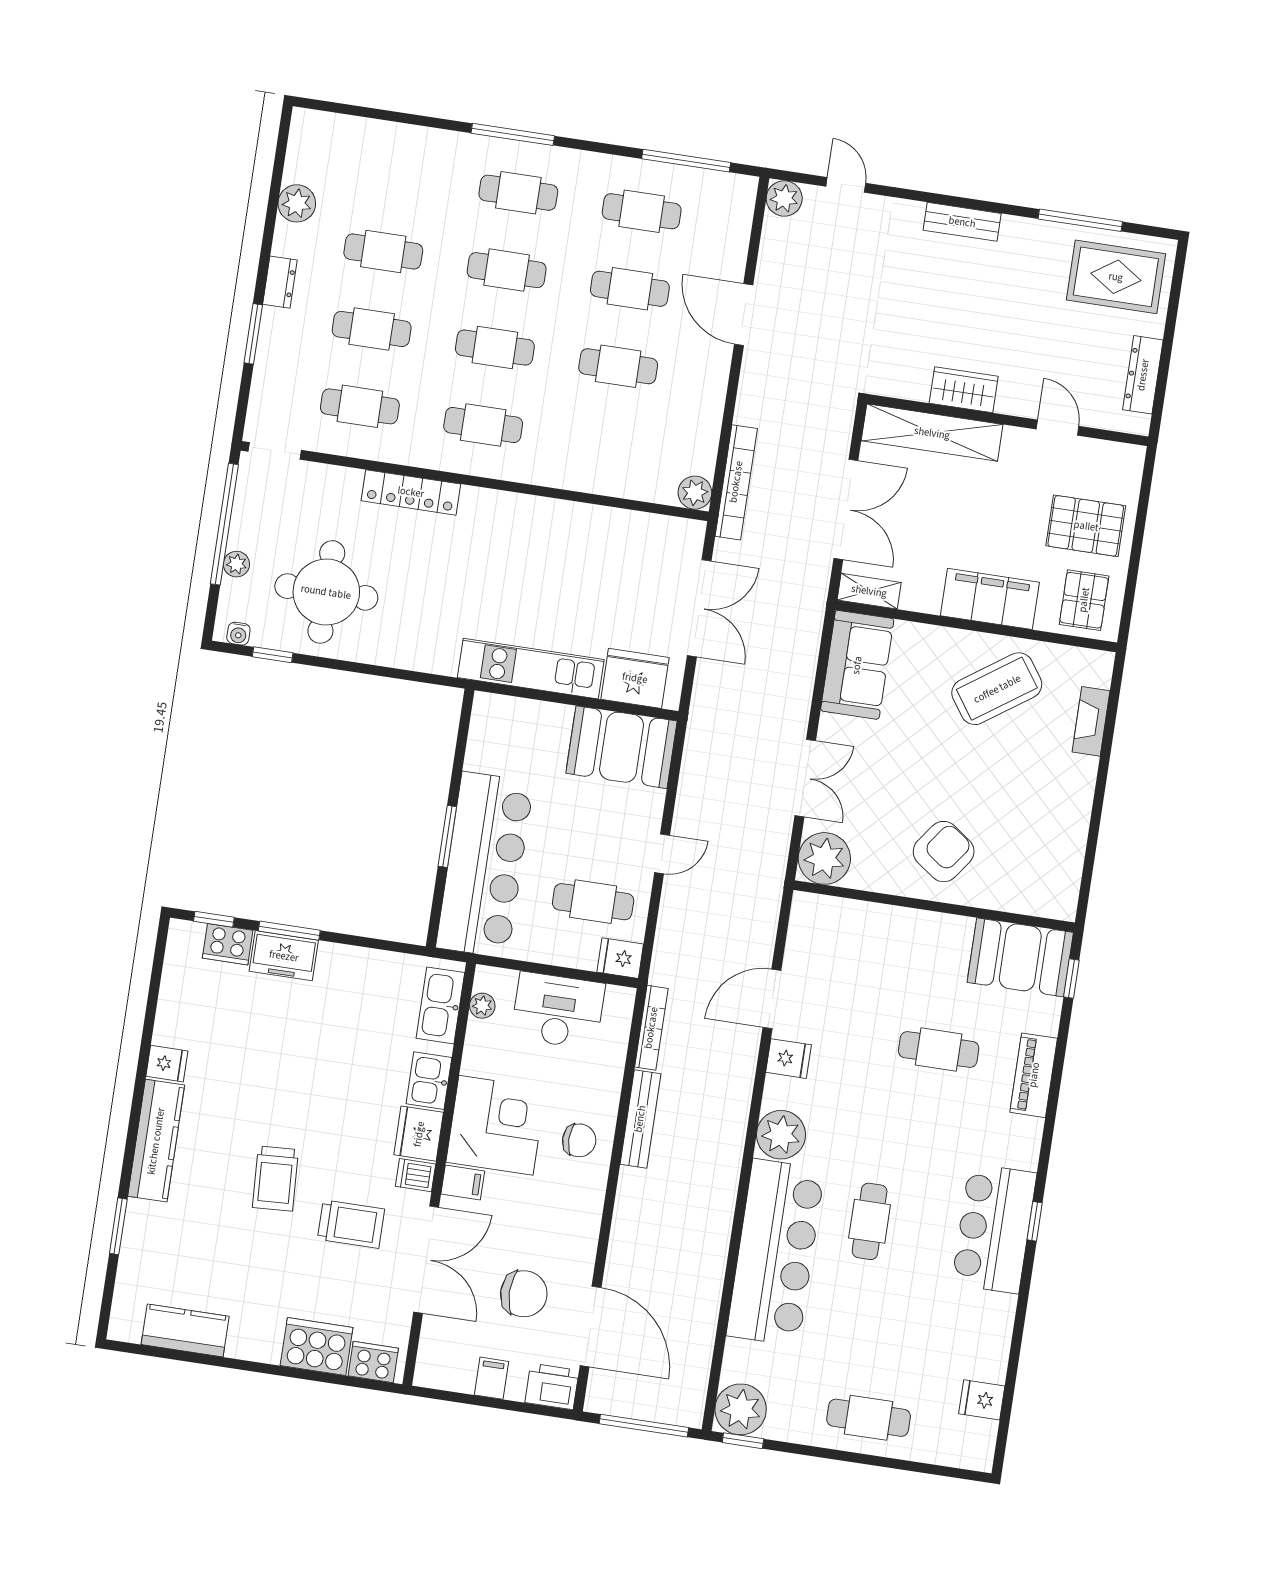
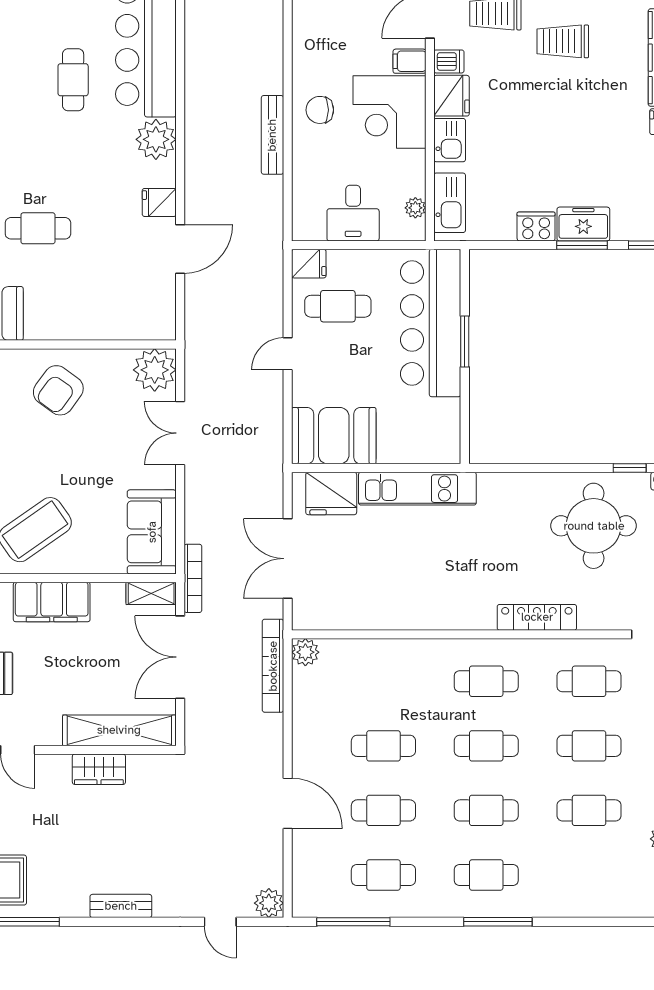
cooker: (228, 944) -> (536, 227), moved
desk: (558, 1011) -> (353, 213), width x0.73
bookcase: (651, 1028) -> (193, 578), moved, turned 180
trolley: (275, 1179) -> (563, 41), turned -87

